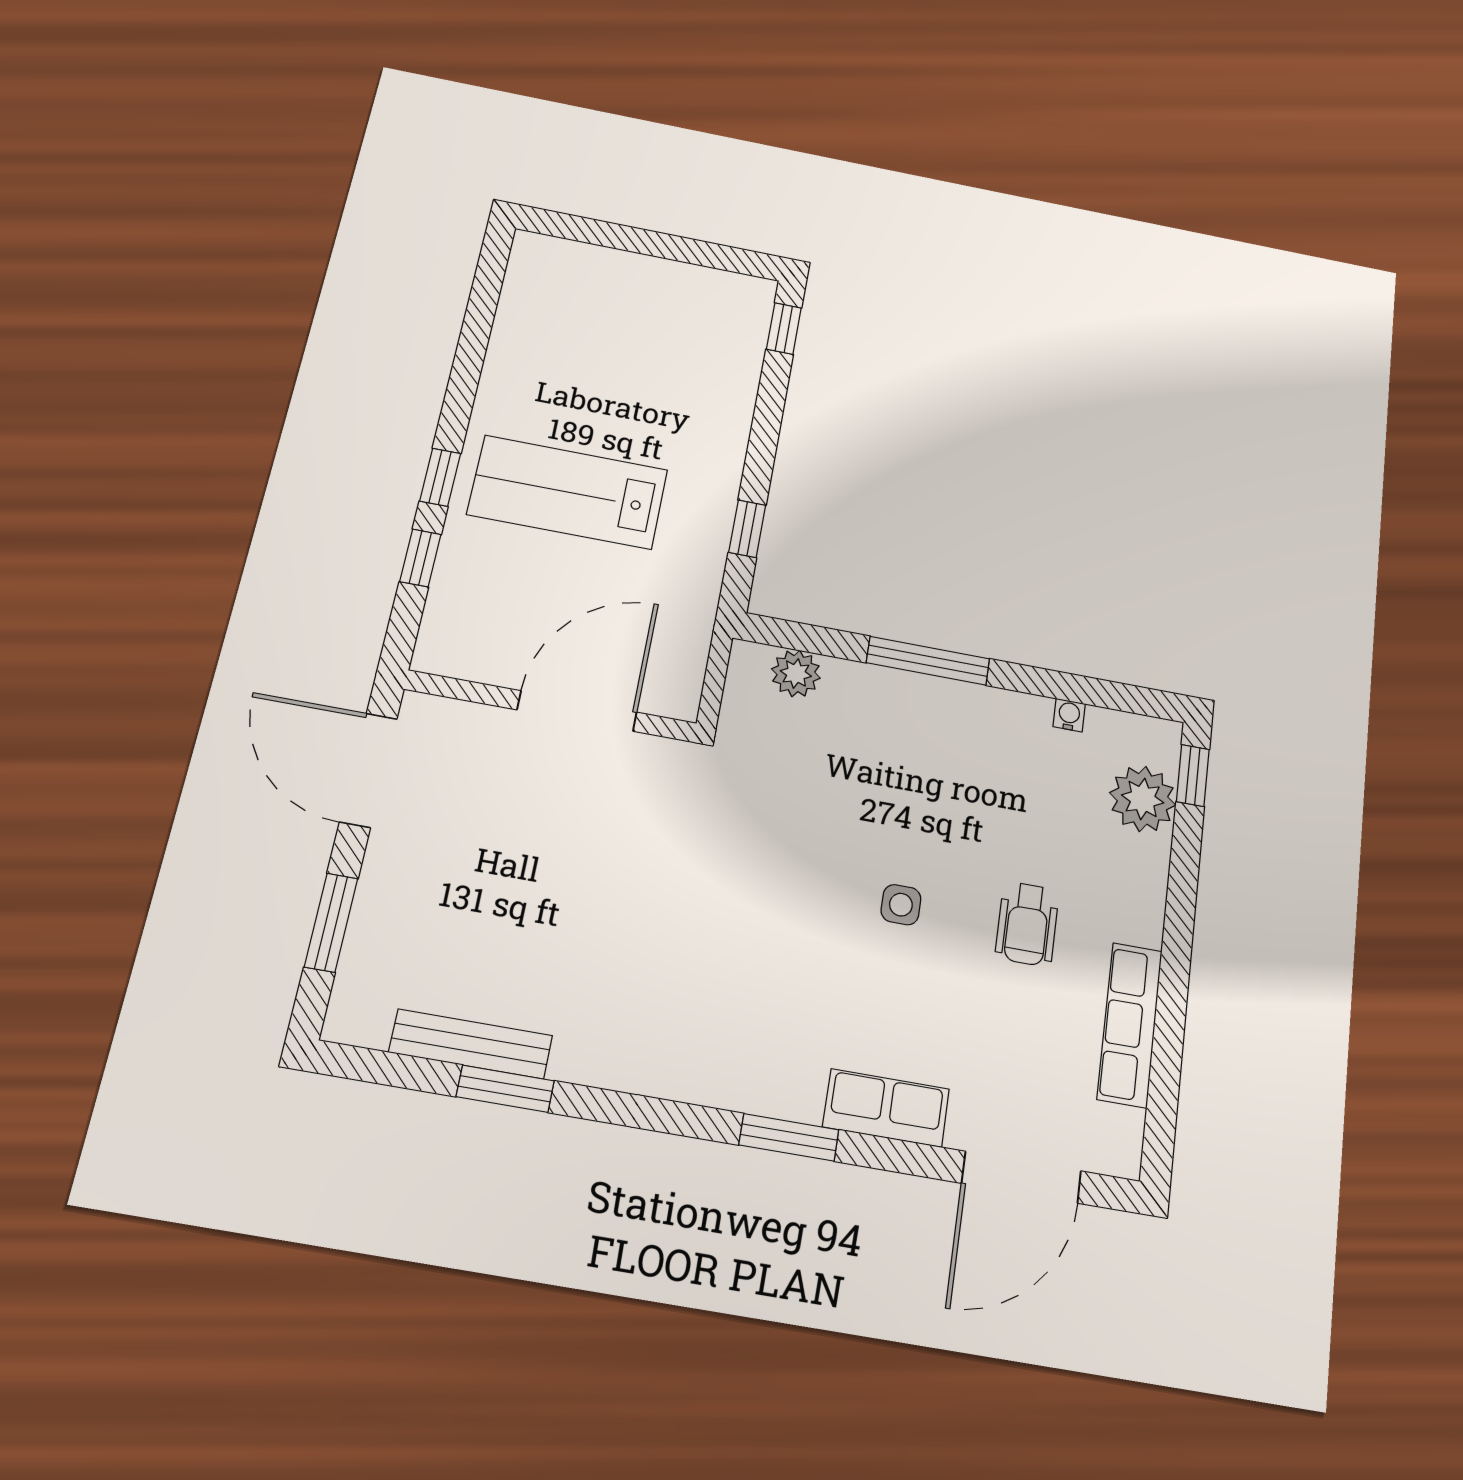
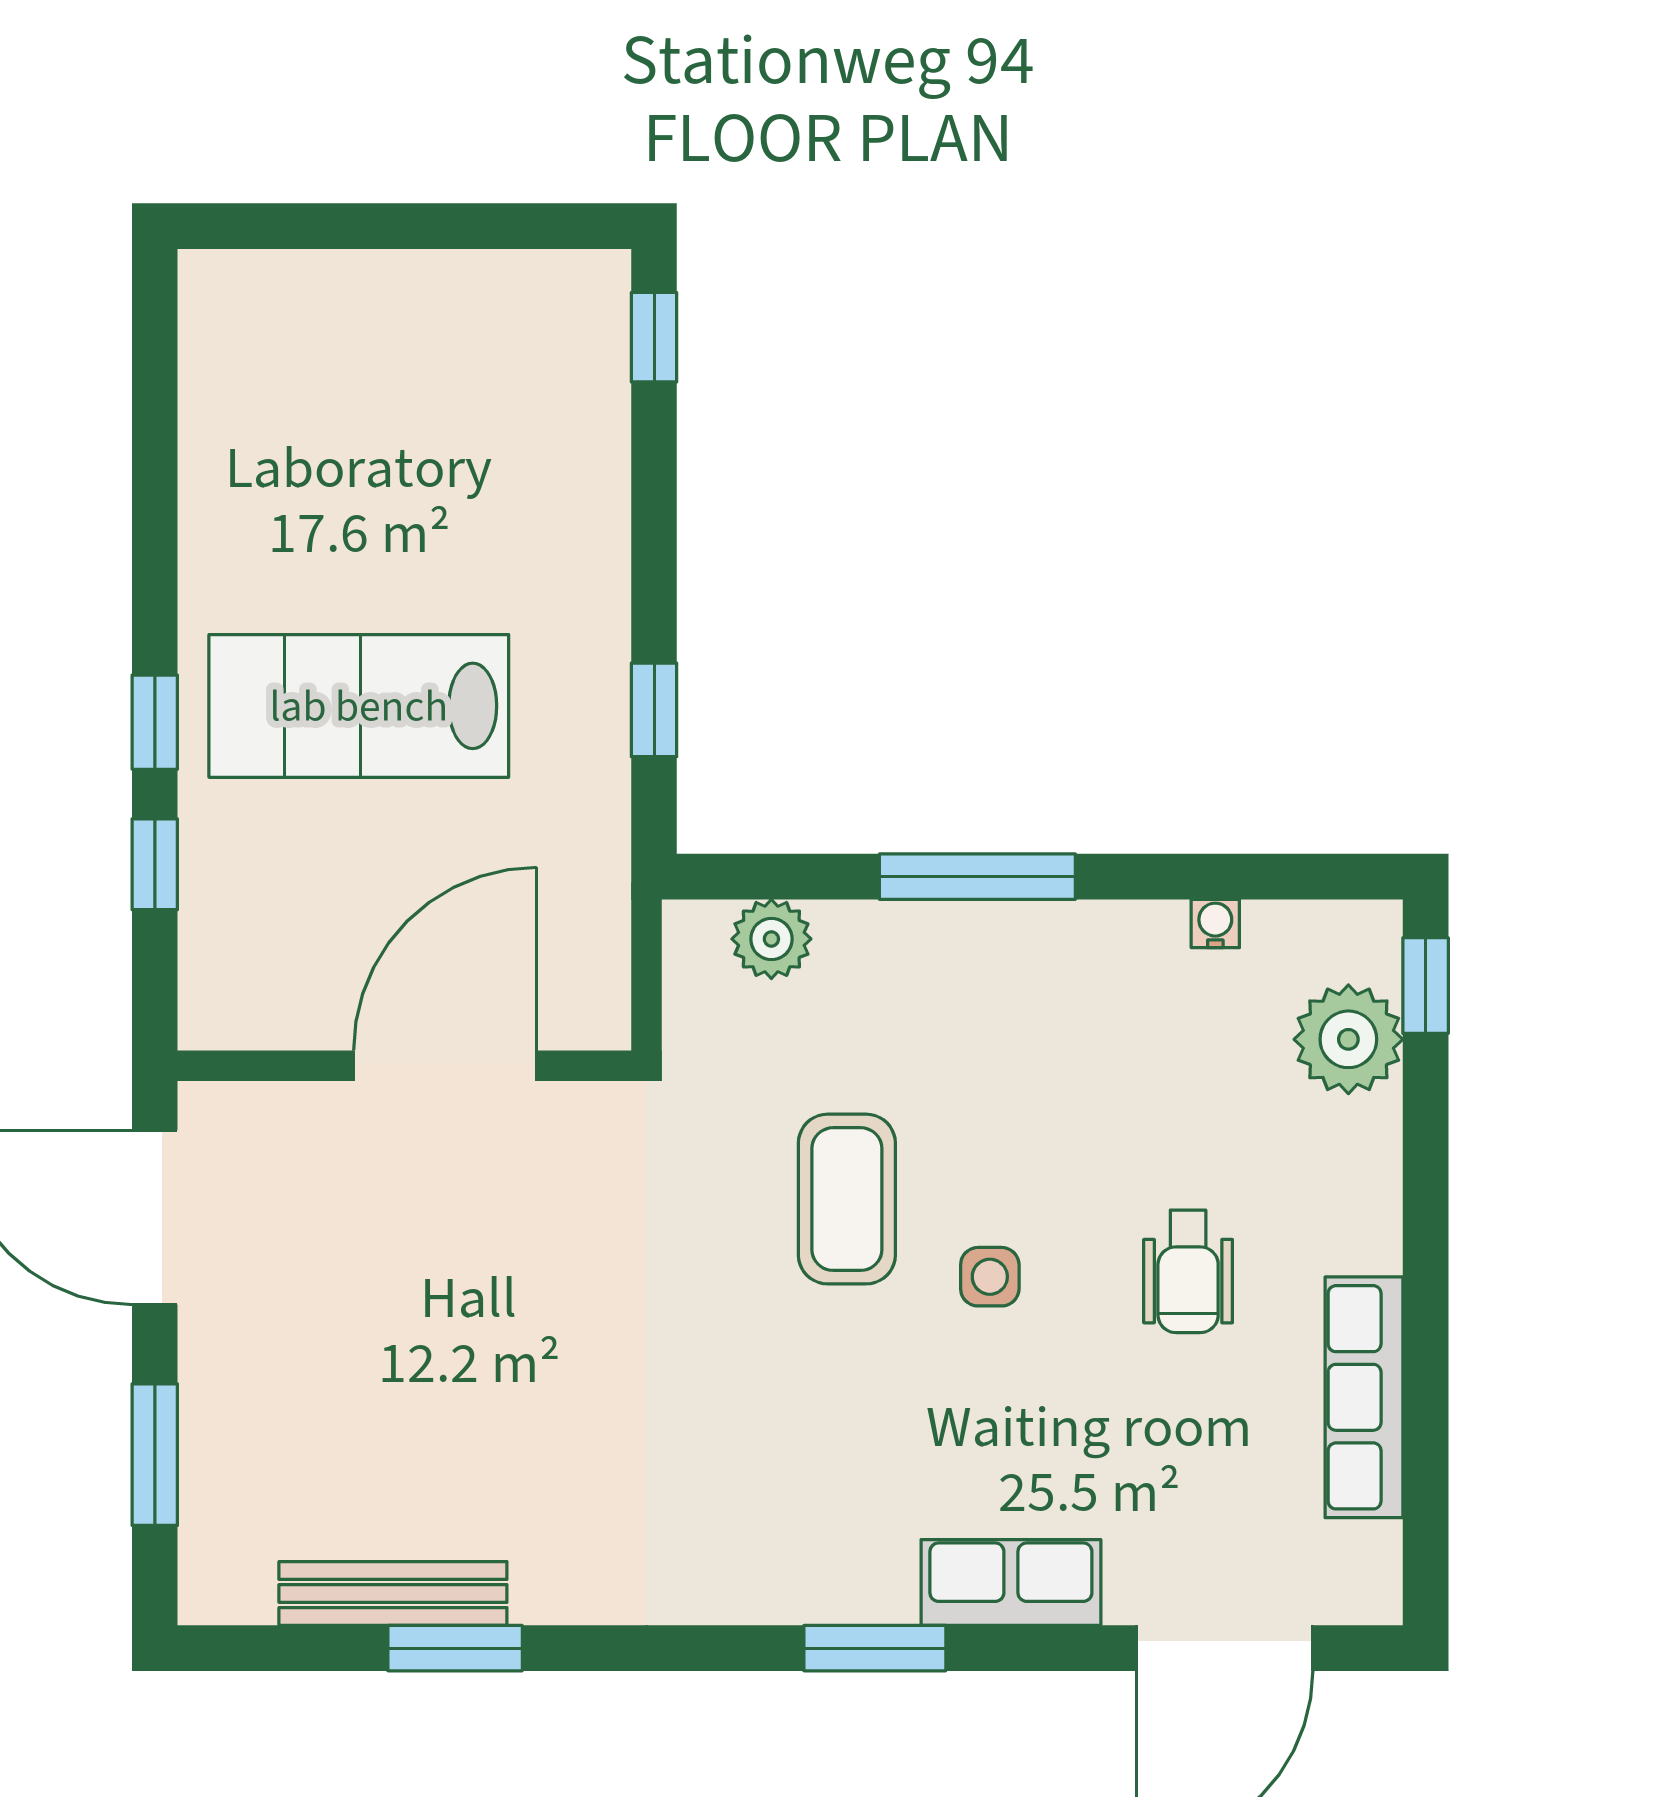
coffee table: (817, 839) -> (847, 1199), added

